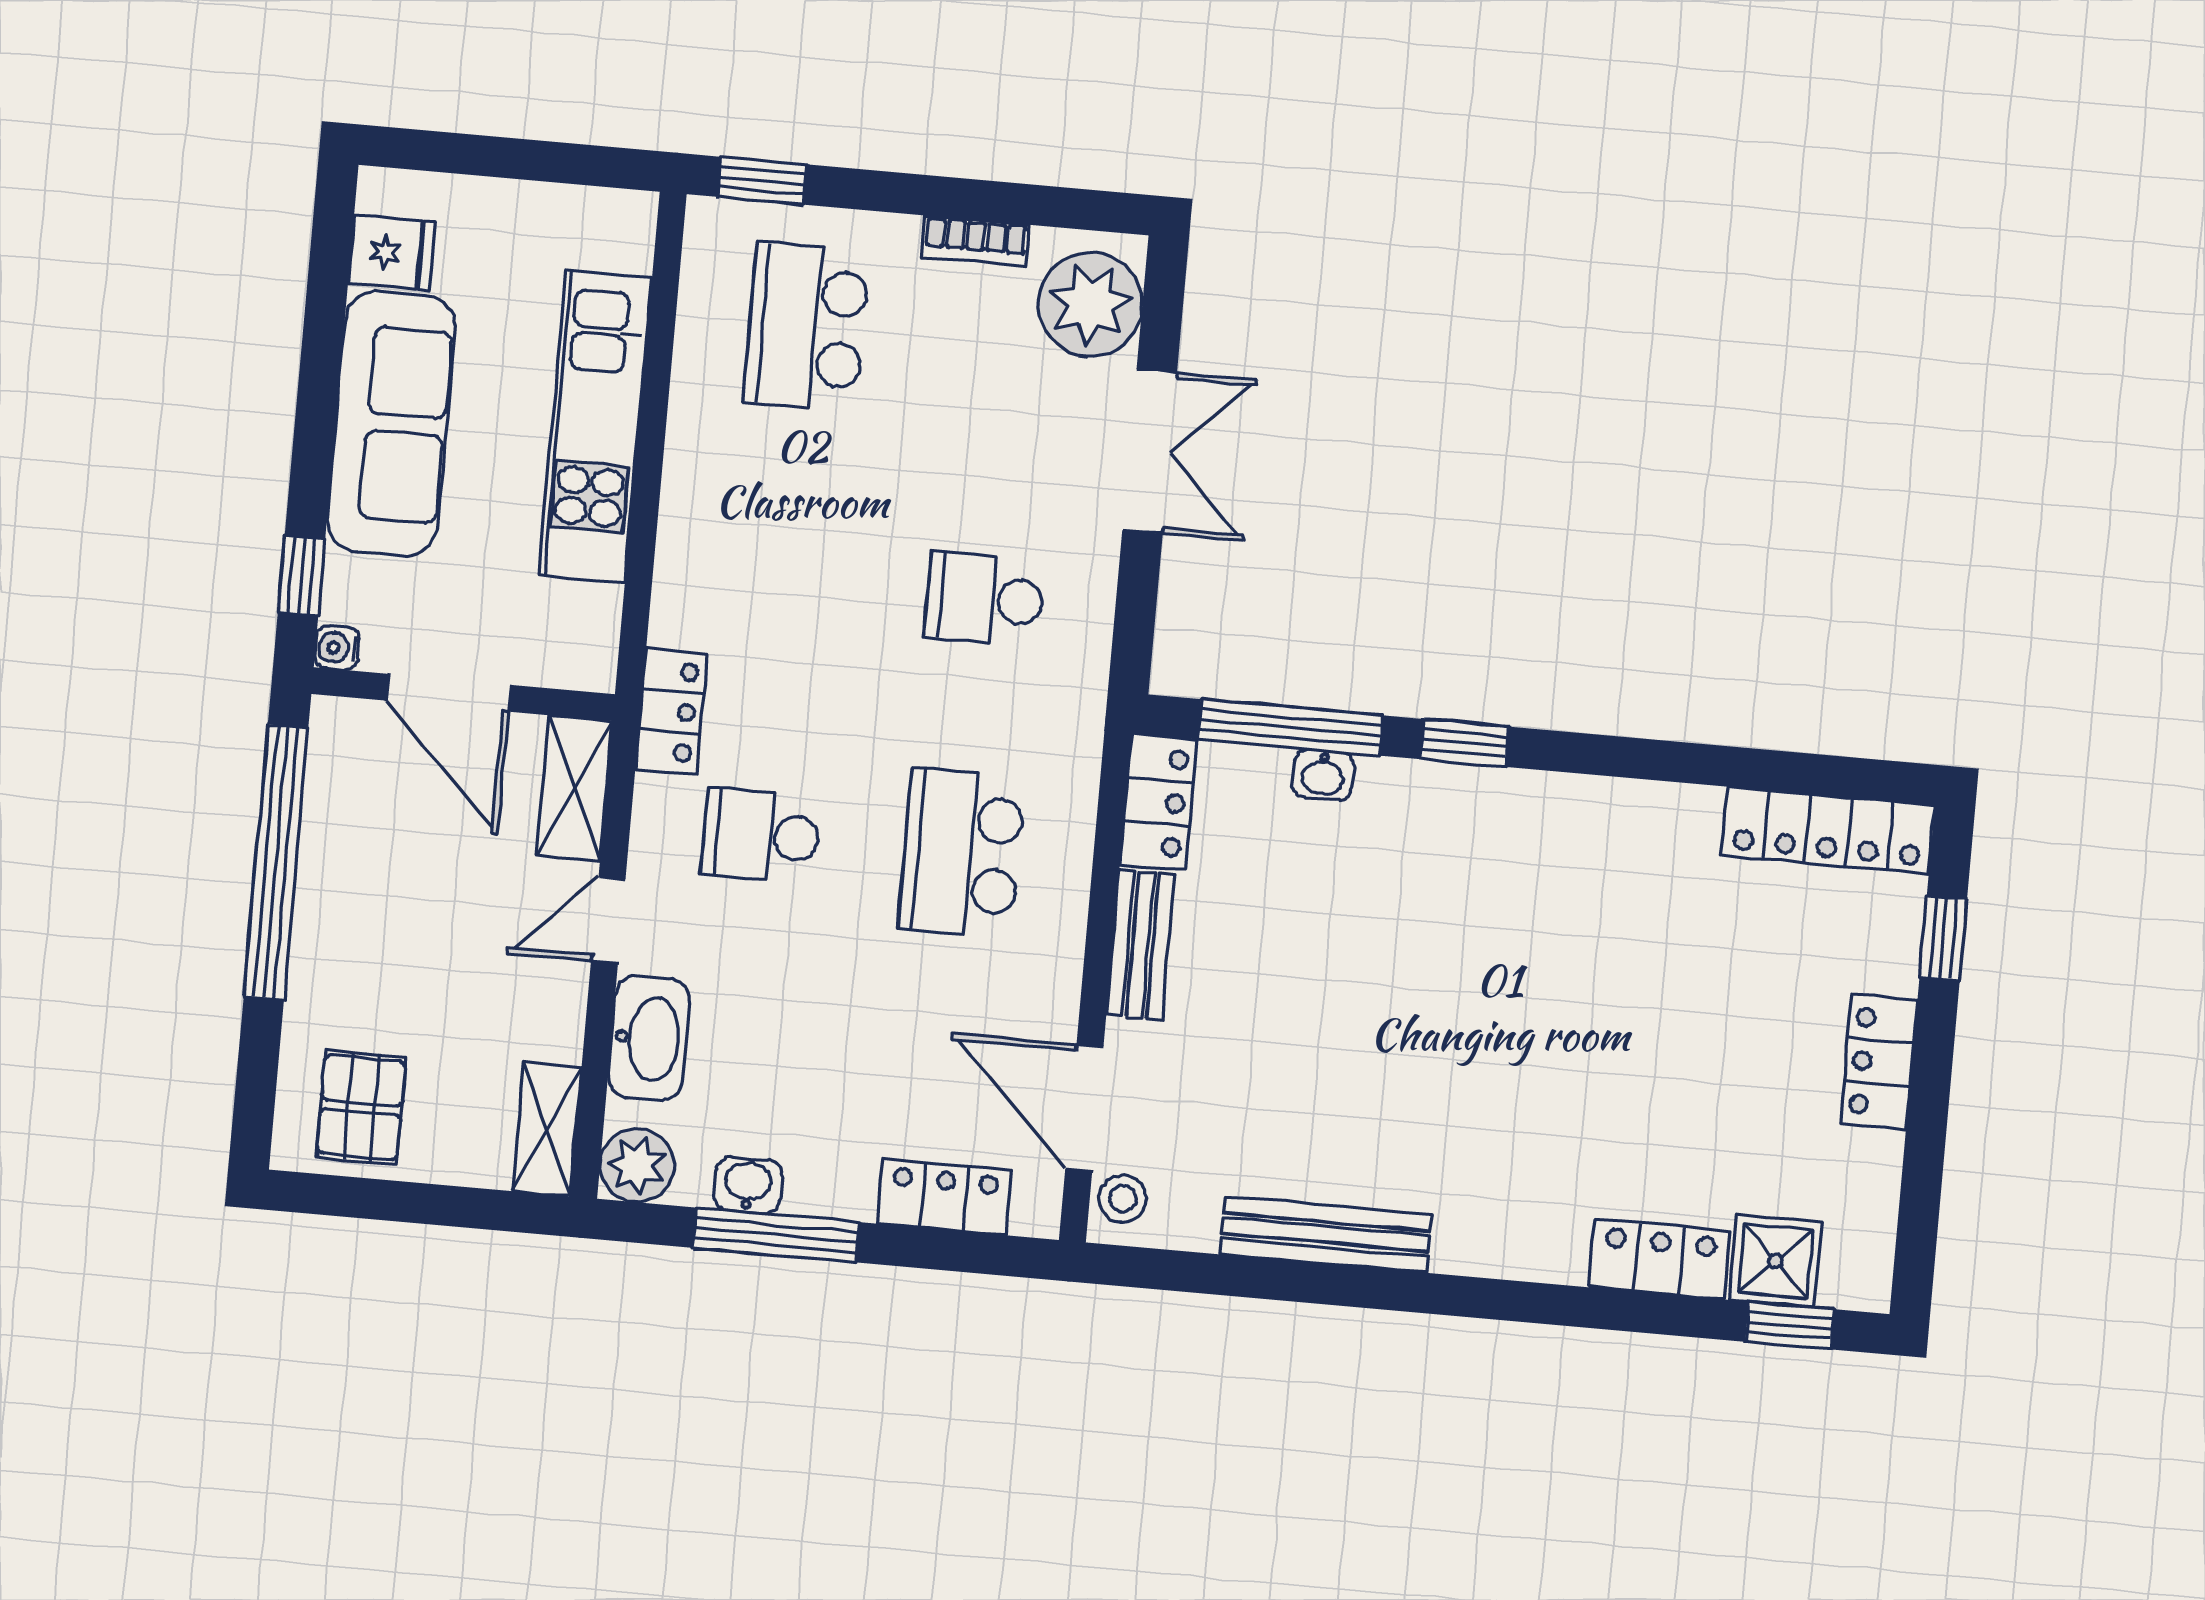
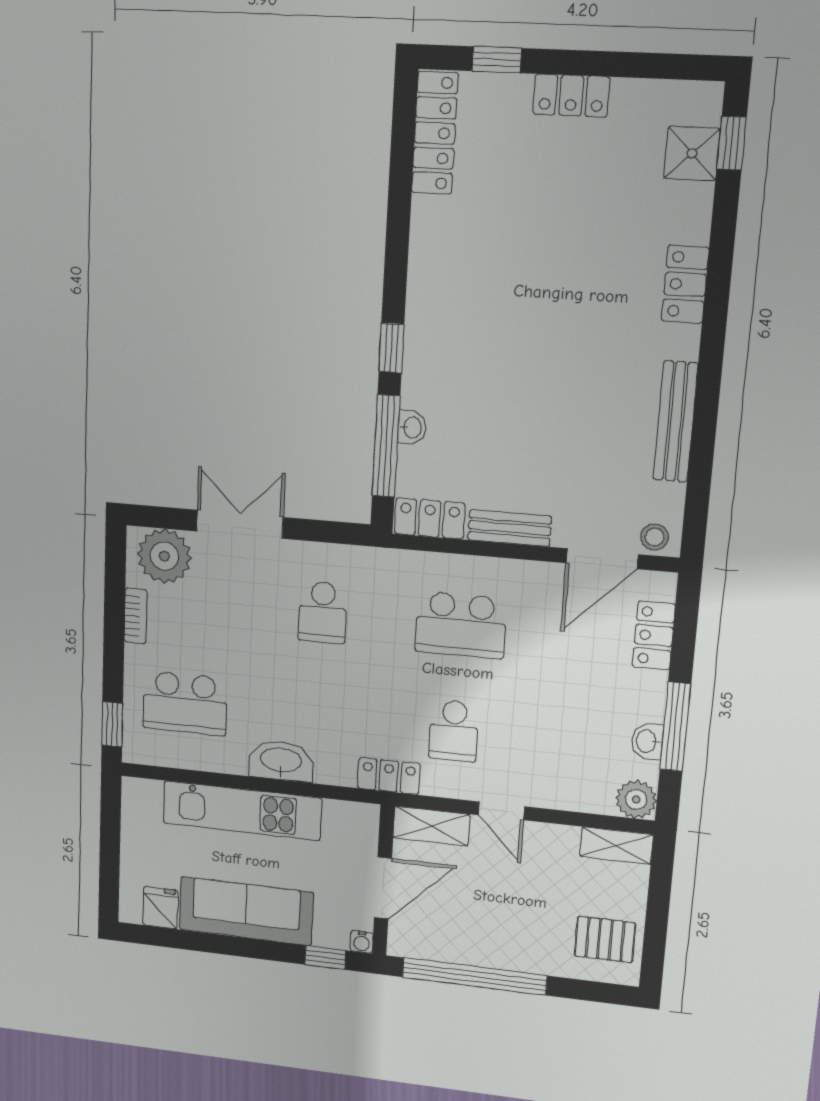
washbasin: (649, 1038) -> (281, 761), moved
locker: (1659, 1259) -> (685, 284), moved

